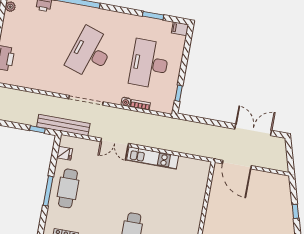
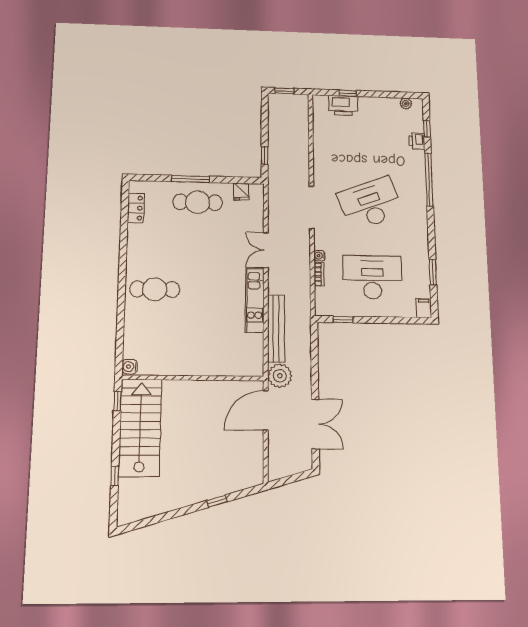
desk: (90, 53) -> (371, 204), turned -39
bench: (63, 125) -> (276, 328), moved
plant: (213, 149) -> (280, 376), added

